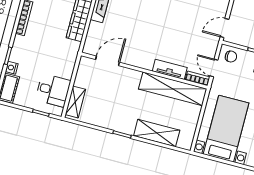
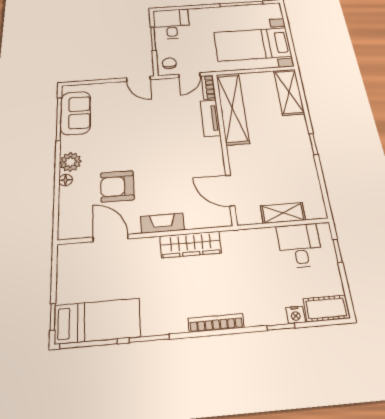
shelving: (75, 102) -> (283, 213), moved
shelving: (157, 133) -> (289, 92), moved

